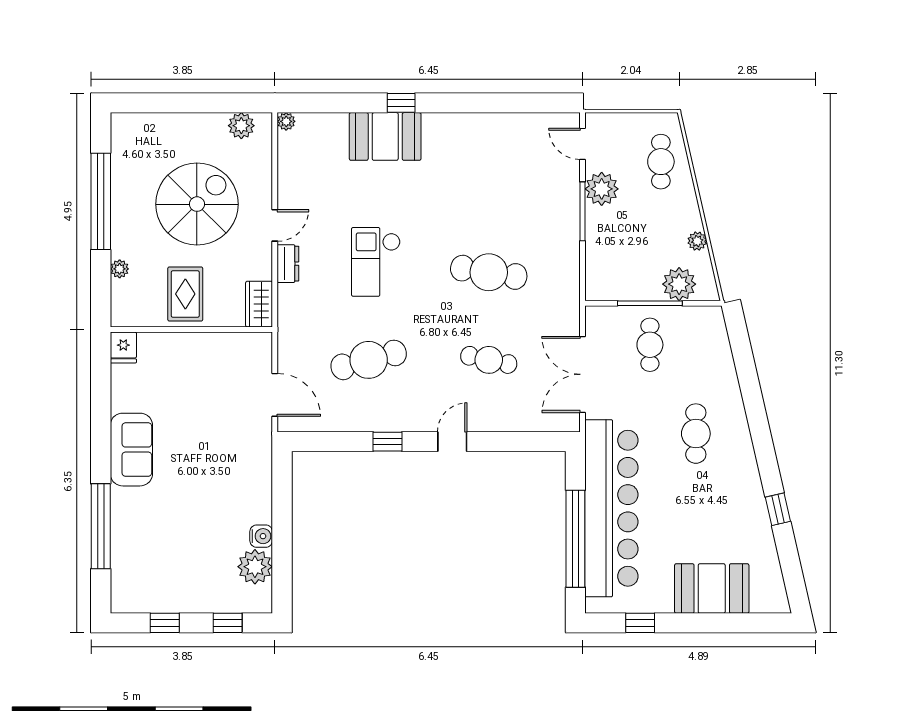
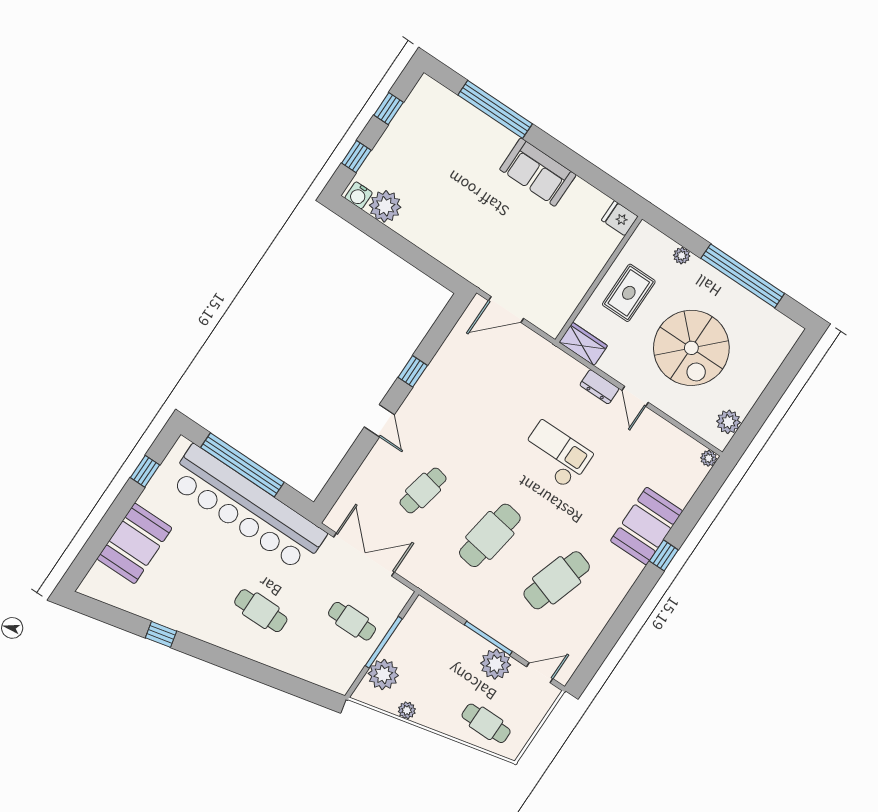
rug: (185, 294) -> (629, 293), turned 90
cafe table: (369, 360) -> (557, 580), moved, turned 33
water cooler: (261, 536) -> (359, 195), moved

